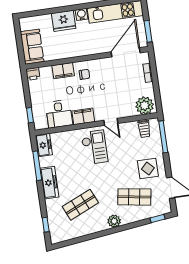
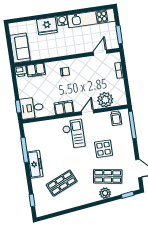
door: (126, 52) -> (100, 53), width x0.53
filing cabinet: (63, 71) -> (36, 70), moved
plant: (145, 105) -> (105, 100), moved
desk: (59, 114) -> (32, 108), moved, turned 90
door: (111, 122) -> (87, 112), swing flipped
freezer: (44, 145) -> (30, 132), removed
display table: (148, 168) -> (104, 149), moved
plant: (114, 221) -> (105, 193), moved

